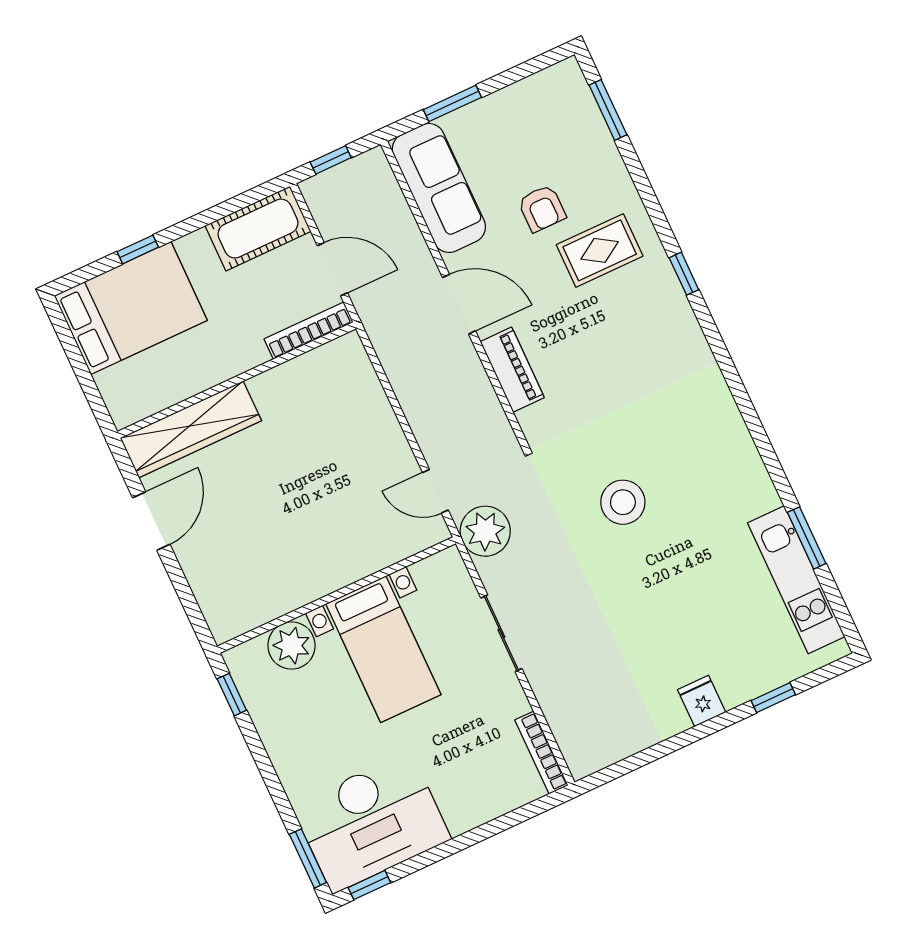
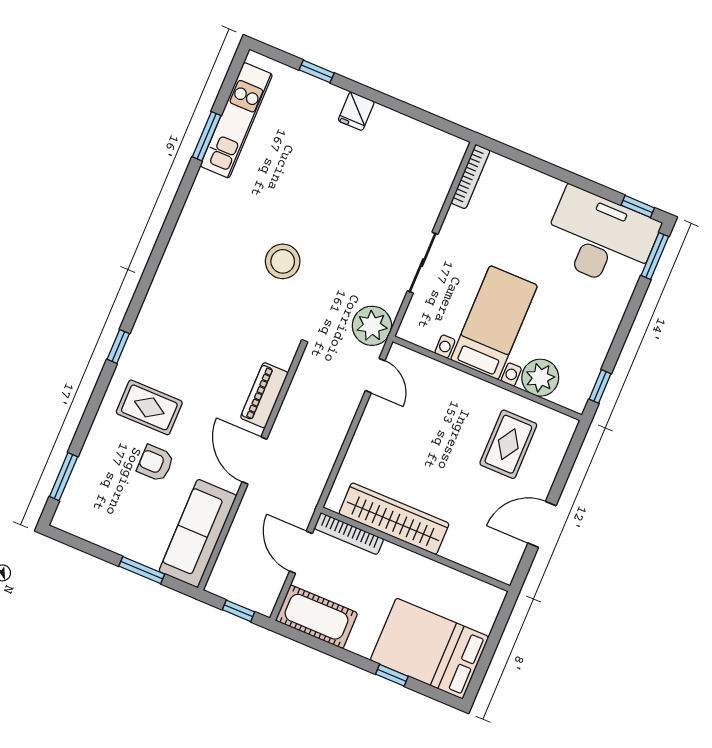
armchair: (542, 208) -> (155, 463), turned -90
wardrobe: (191, 429) -> (394, 519), moved
rug: (256, 558) -> (508, 444), added

